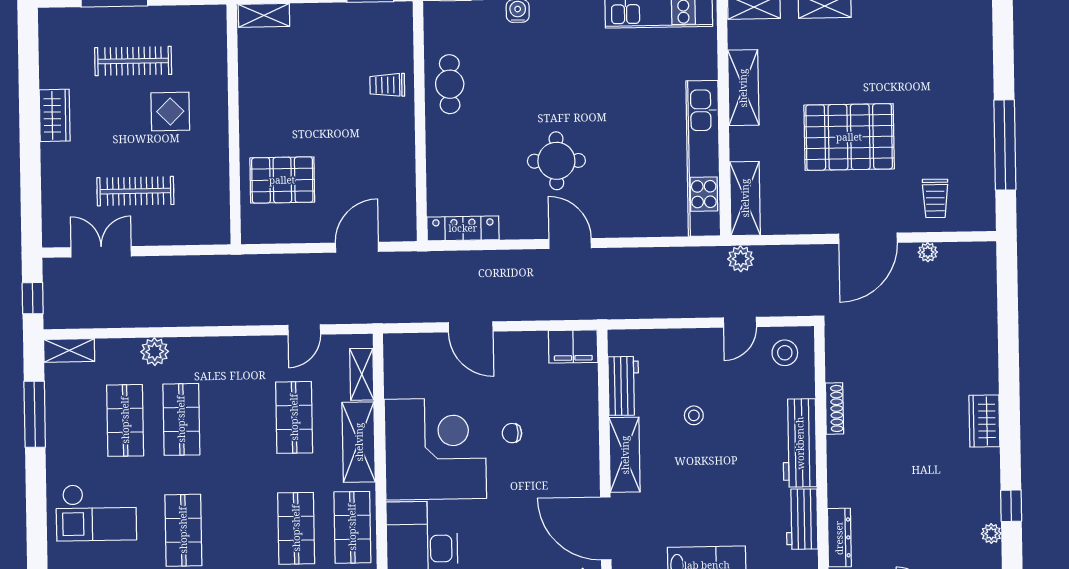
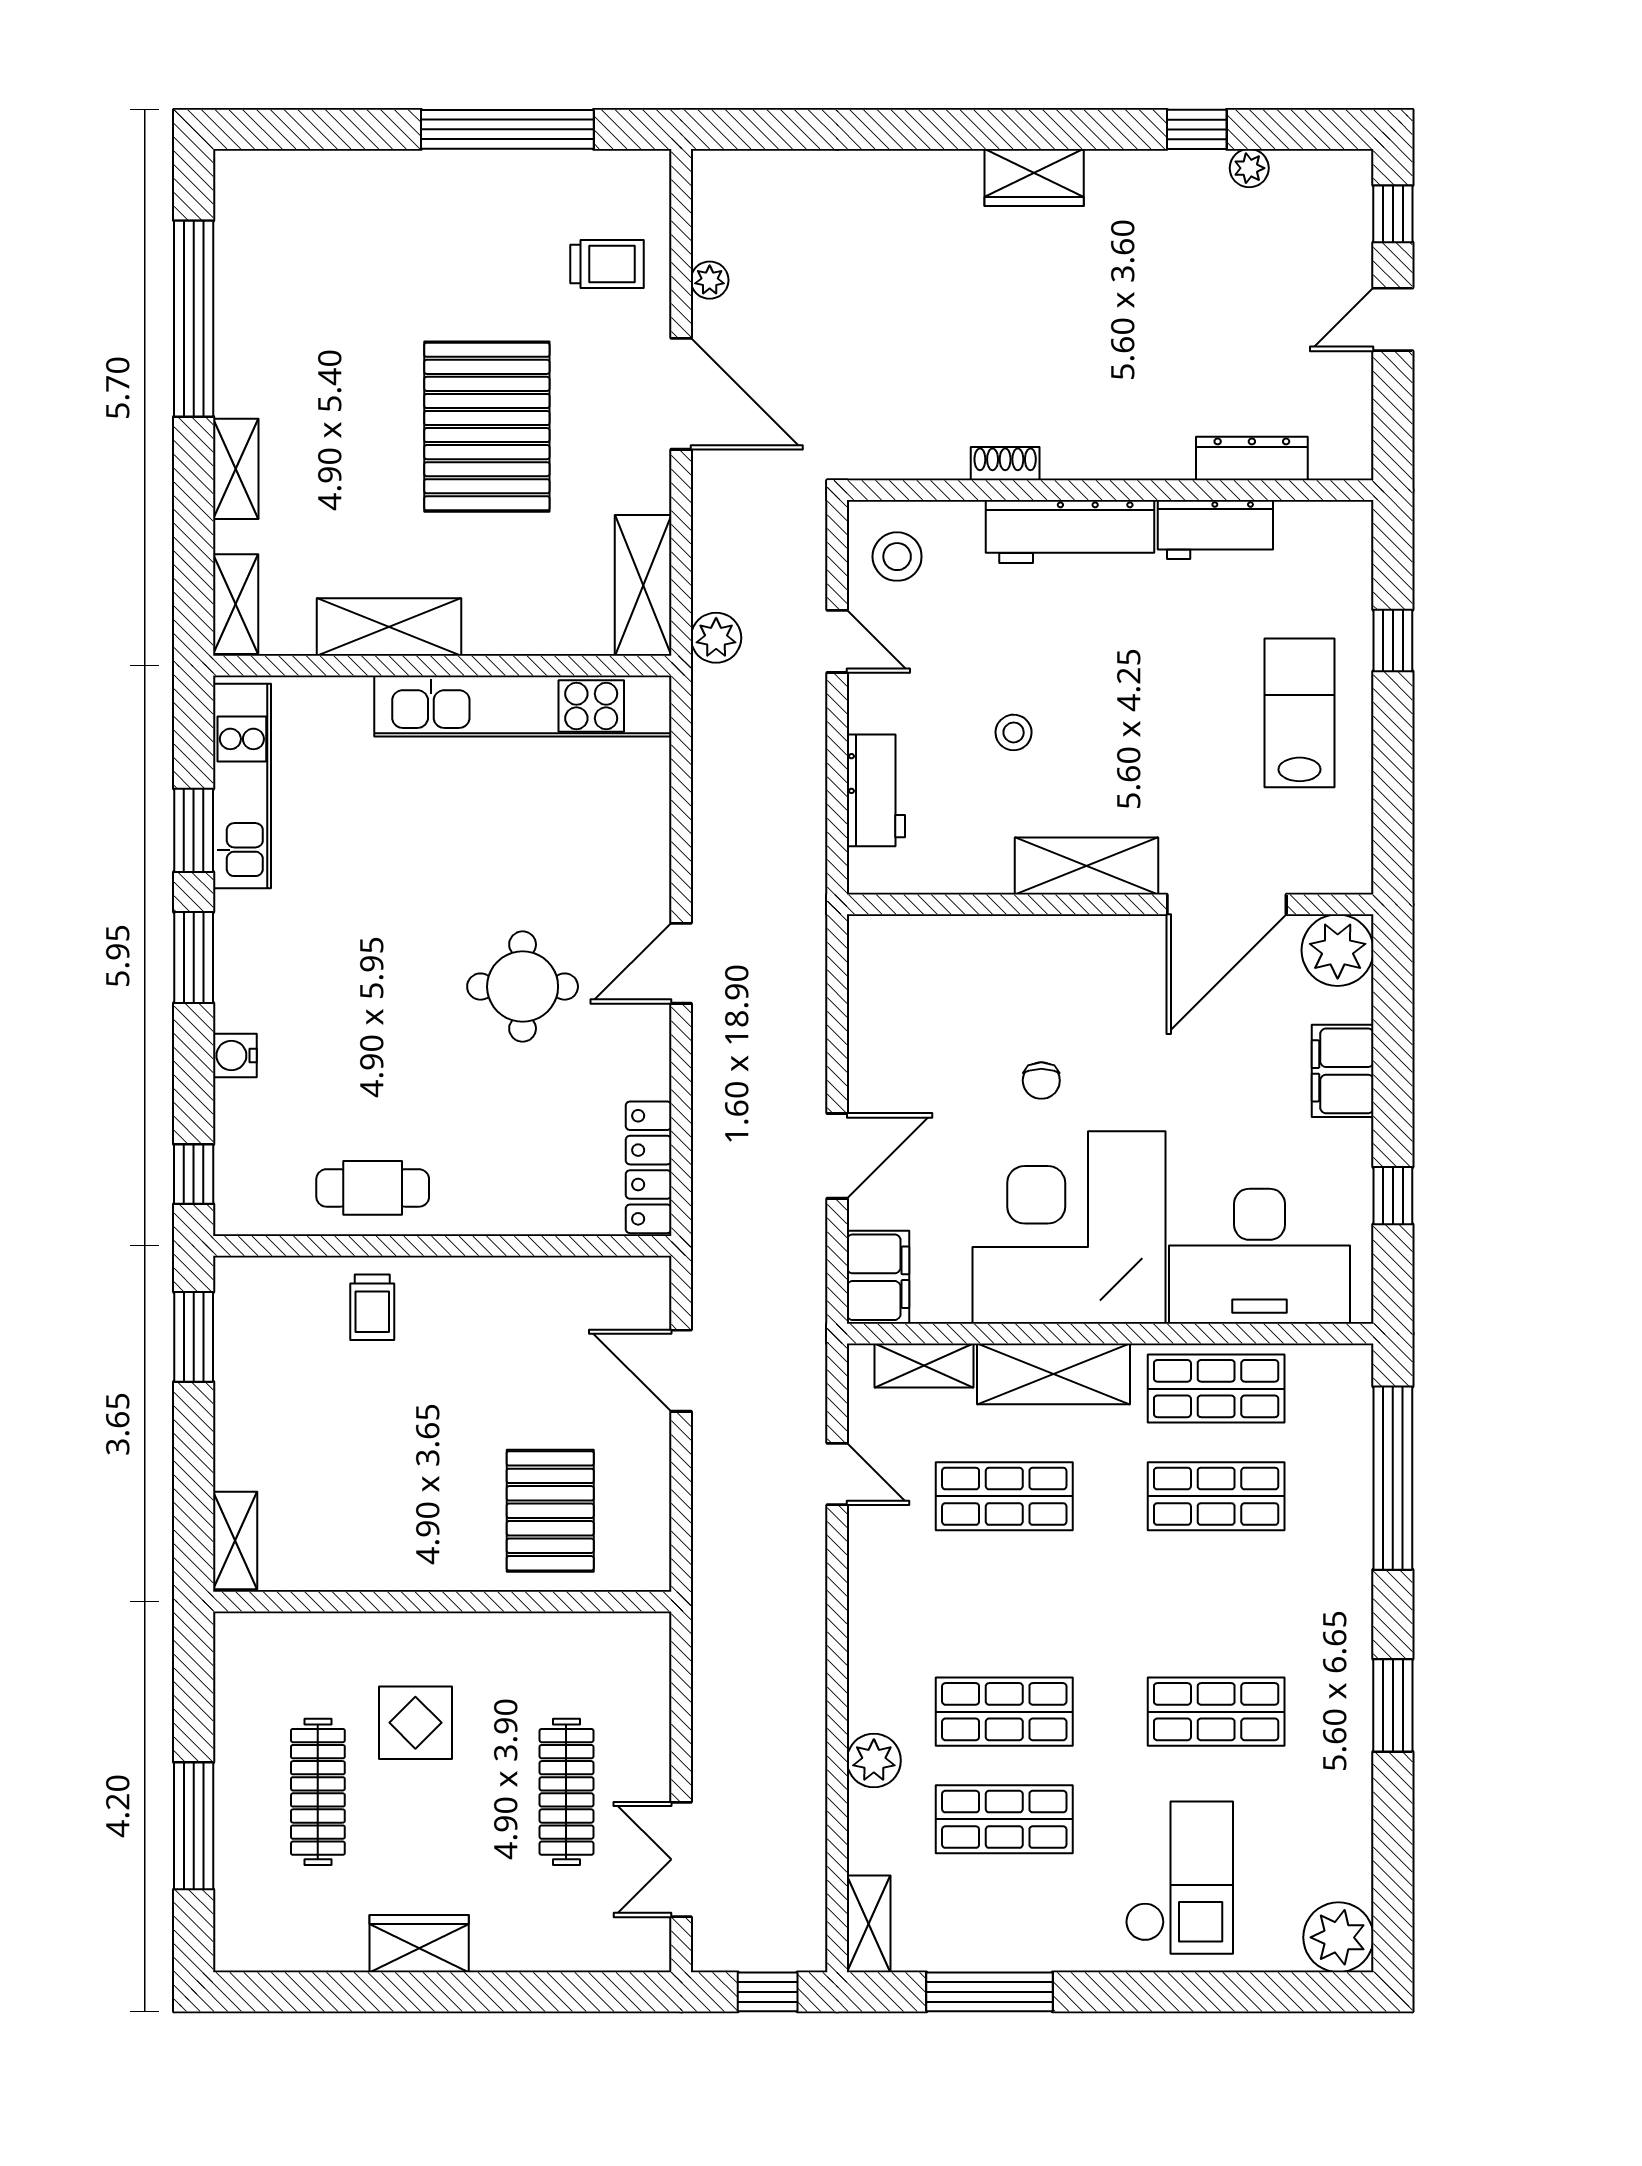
shelving: (745, 198) -> (643, 585), moved, turned 90
filing cabinet: (573, 346) -> (878, 1277), moved
workbench: (624, 386) -> (876, 790), moved, turned 90
shoe rack: (834, 409) -> (1005, 464), width x0.70

